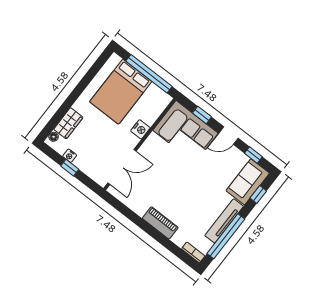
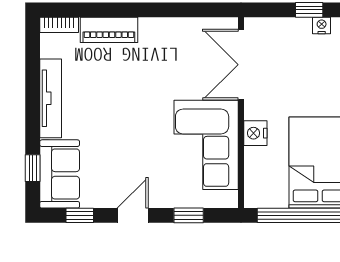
corner sofa: (185, 132) -> (206, 145), moved, turned -90
piano: (160, 223) -> (109, 30), moved
window: (226, 236) -> (33, 80), removed

